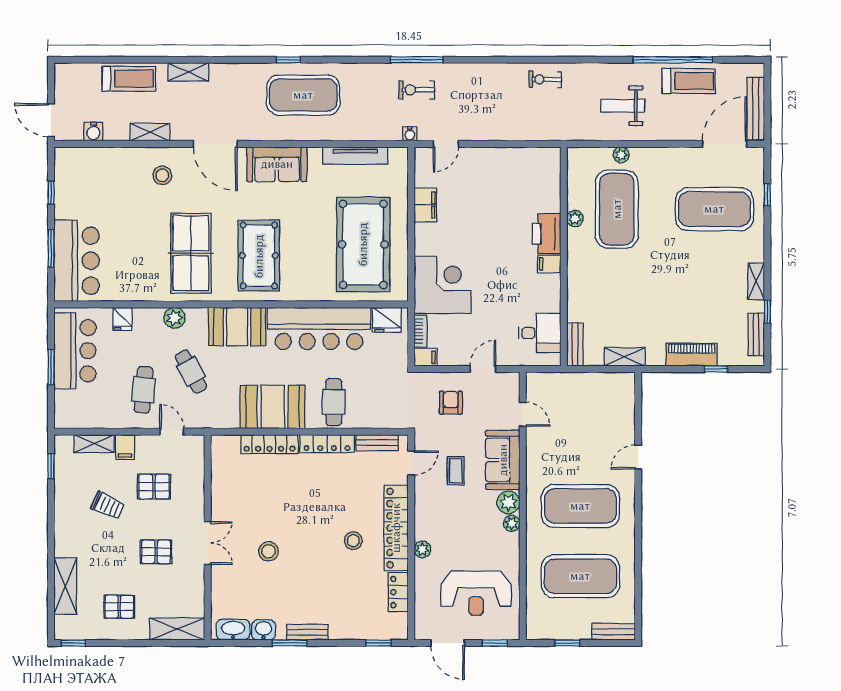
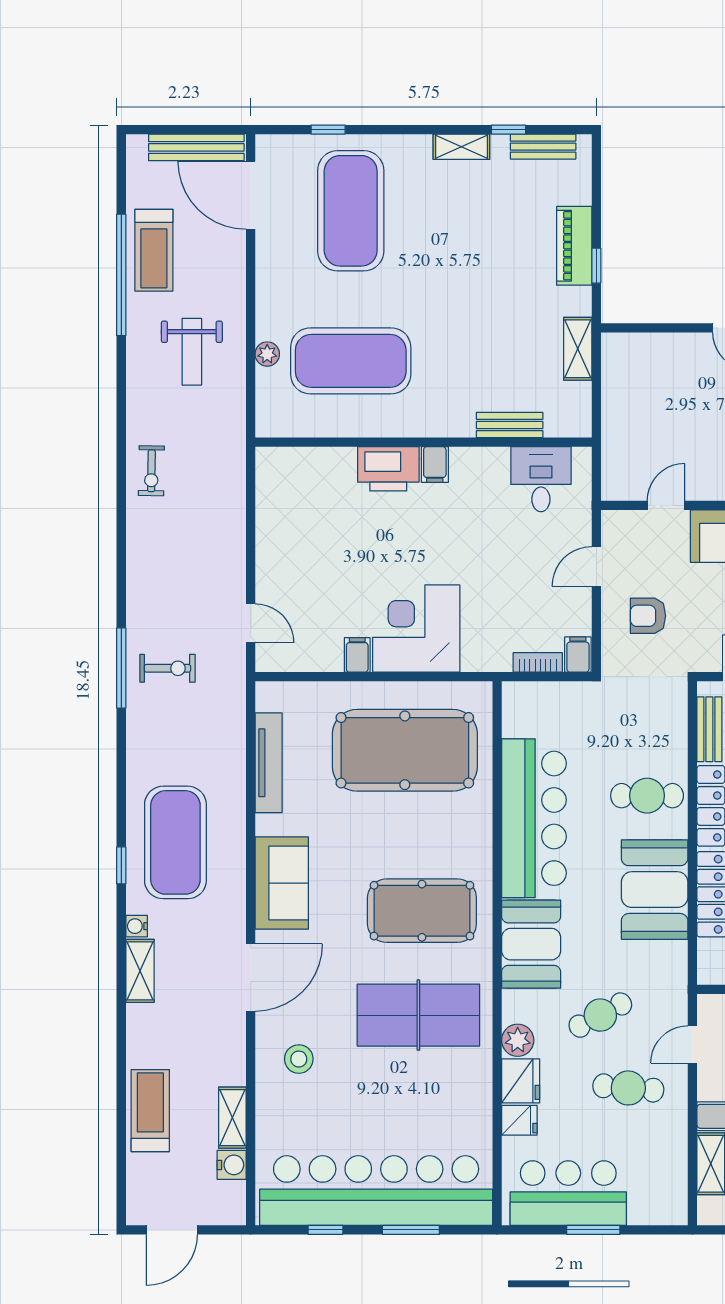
shelving: (188, 72) -> (140, 971), moved
treadmill: (689, 81) -> (154, 250), turned 180
exercise bike: (417, 90) -> (167, 668), turned -90
door: (51, 120) -> (172, 1230), moved
shelving: (150, 132) -> (232, 1118), moved
water cooler: (410, 134) -> (137, 926), moved, turned 180
filing cabinet: (425, 205) -> (357, 655), width x0.50
plant: (575, 219) -> (365, 425), removed
bar counter: (77, 261) -> (376, 1191), width x1.86
corner desk: (442, 285) -> (416, 629), moved
fridge: (387, 320) -> (521, 1081), moved
bench: (575, 344) -> (510, 425), moved
door: (483, 369) -> (596, 566), hinge flipped
window: (716, 369) -> (596, 266), moved

